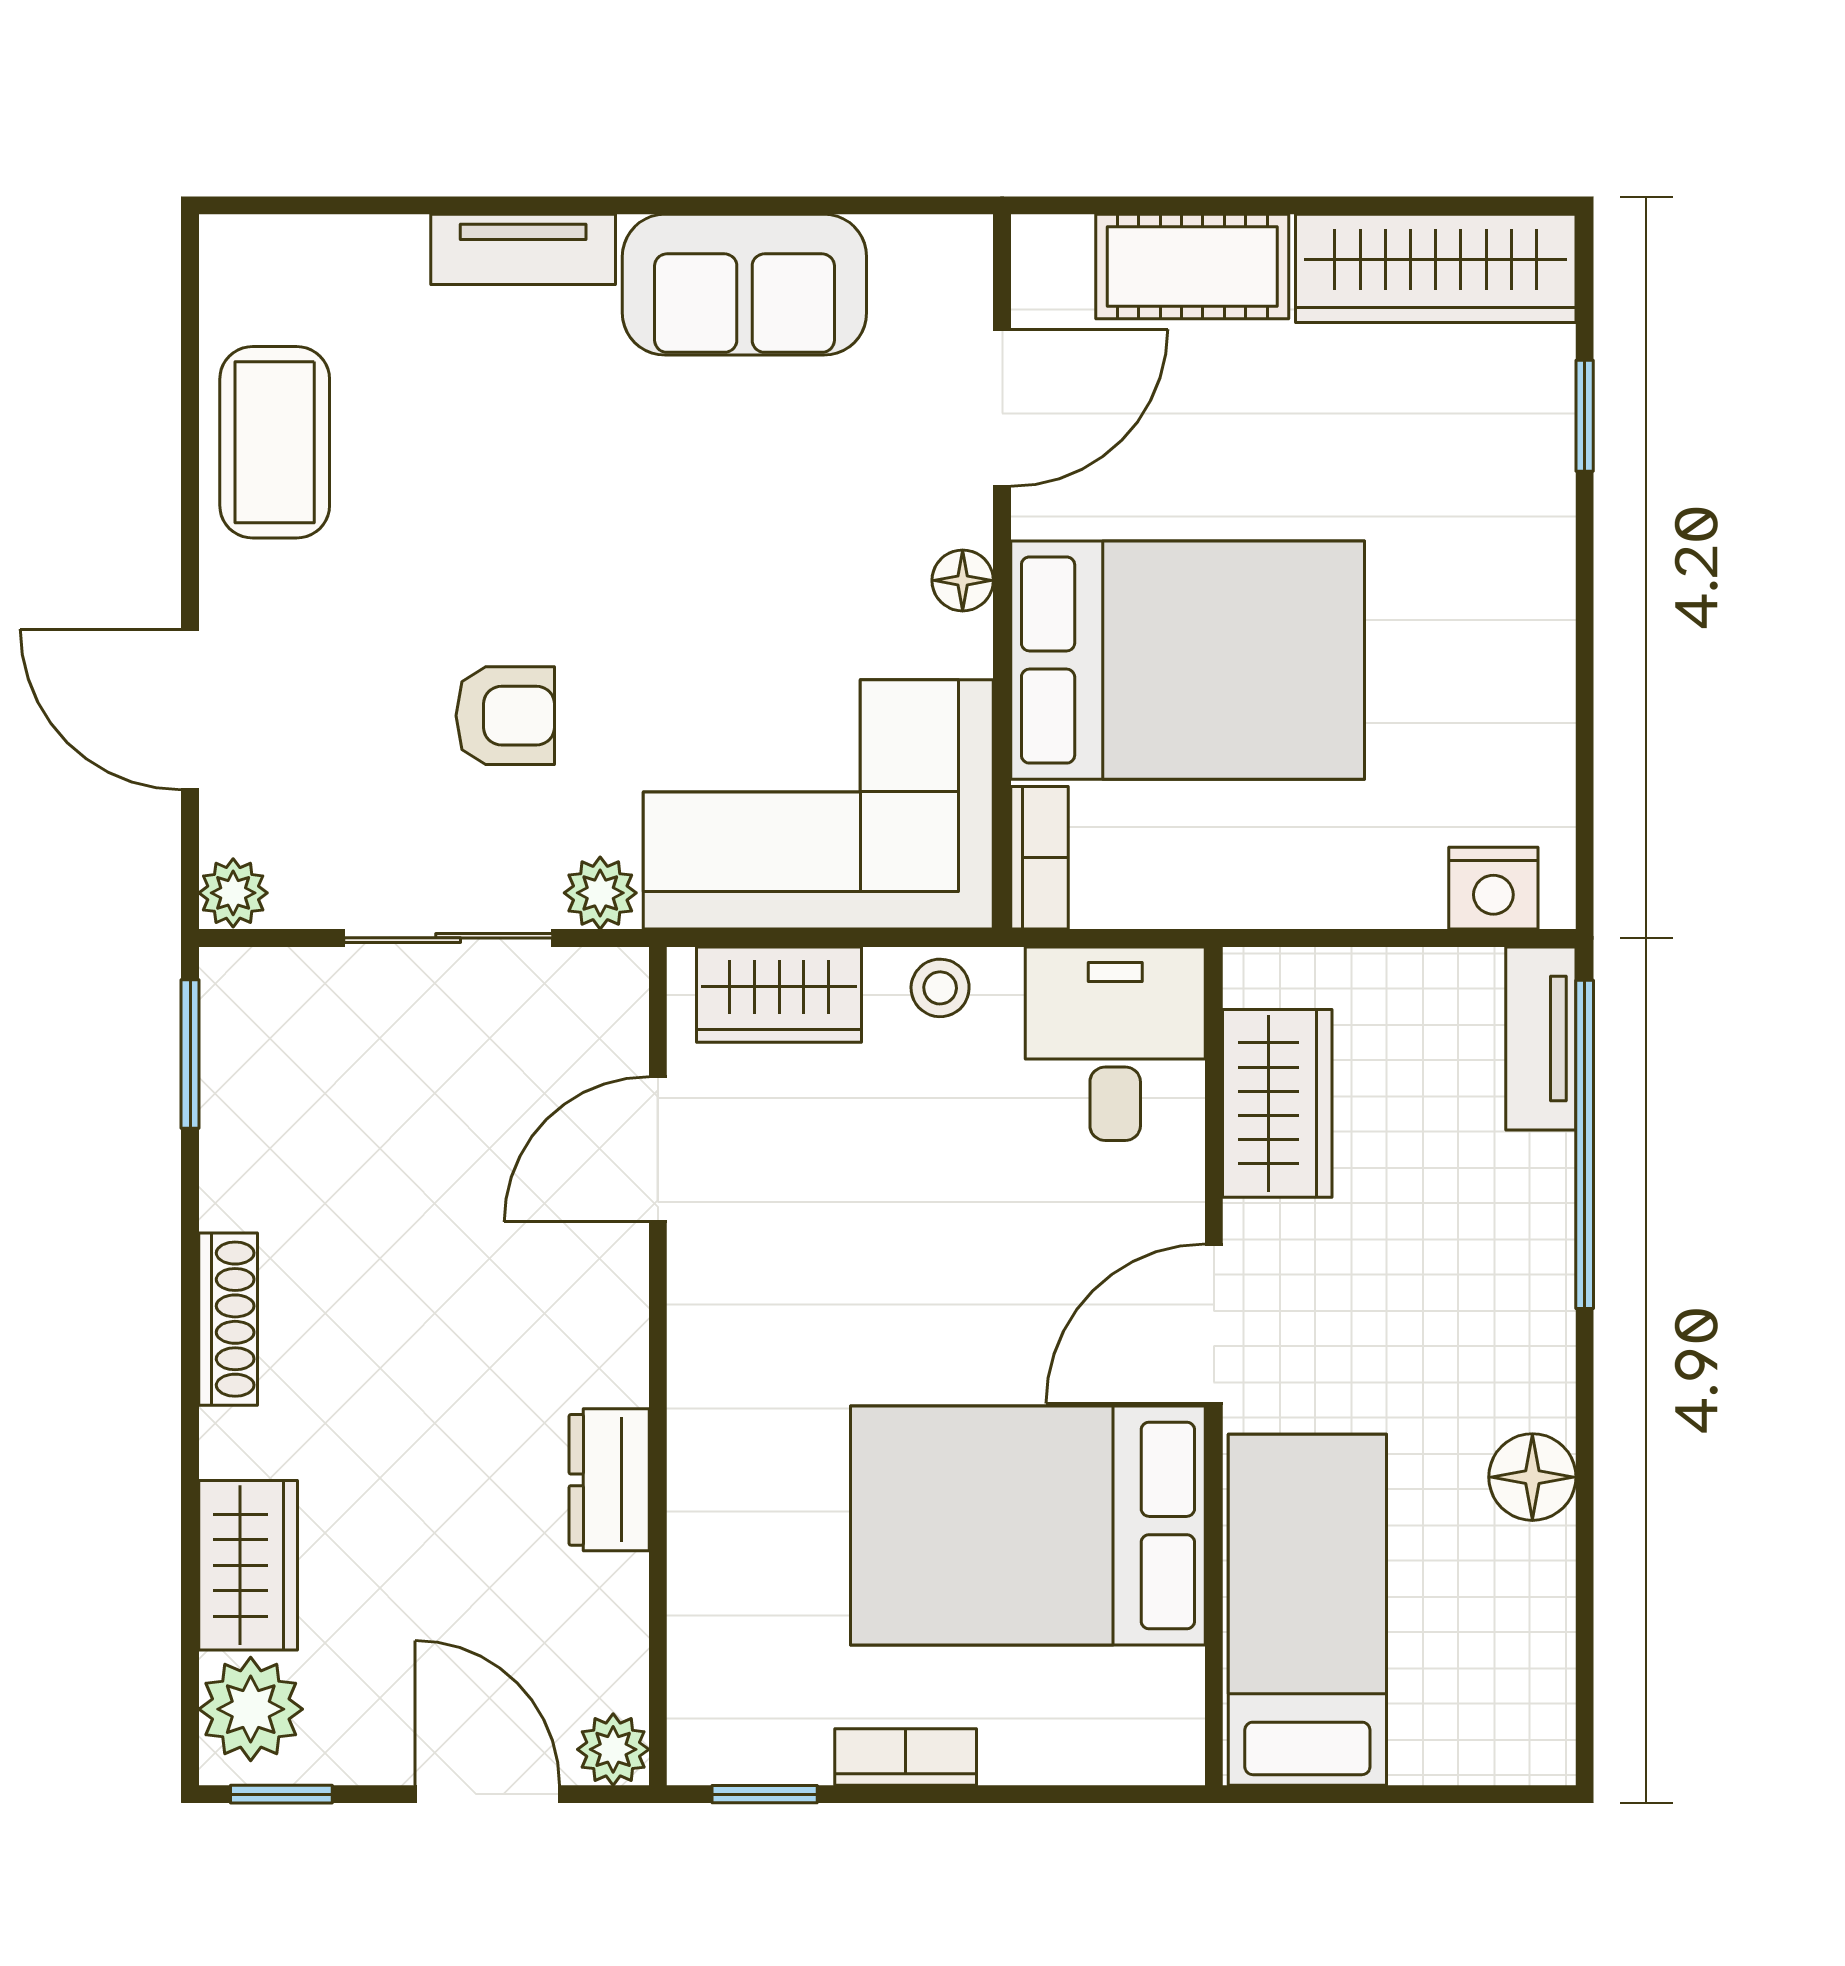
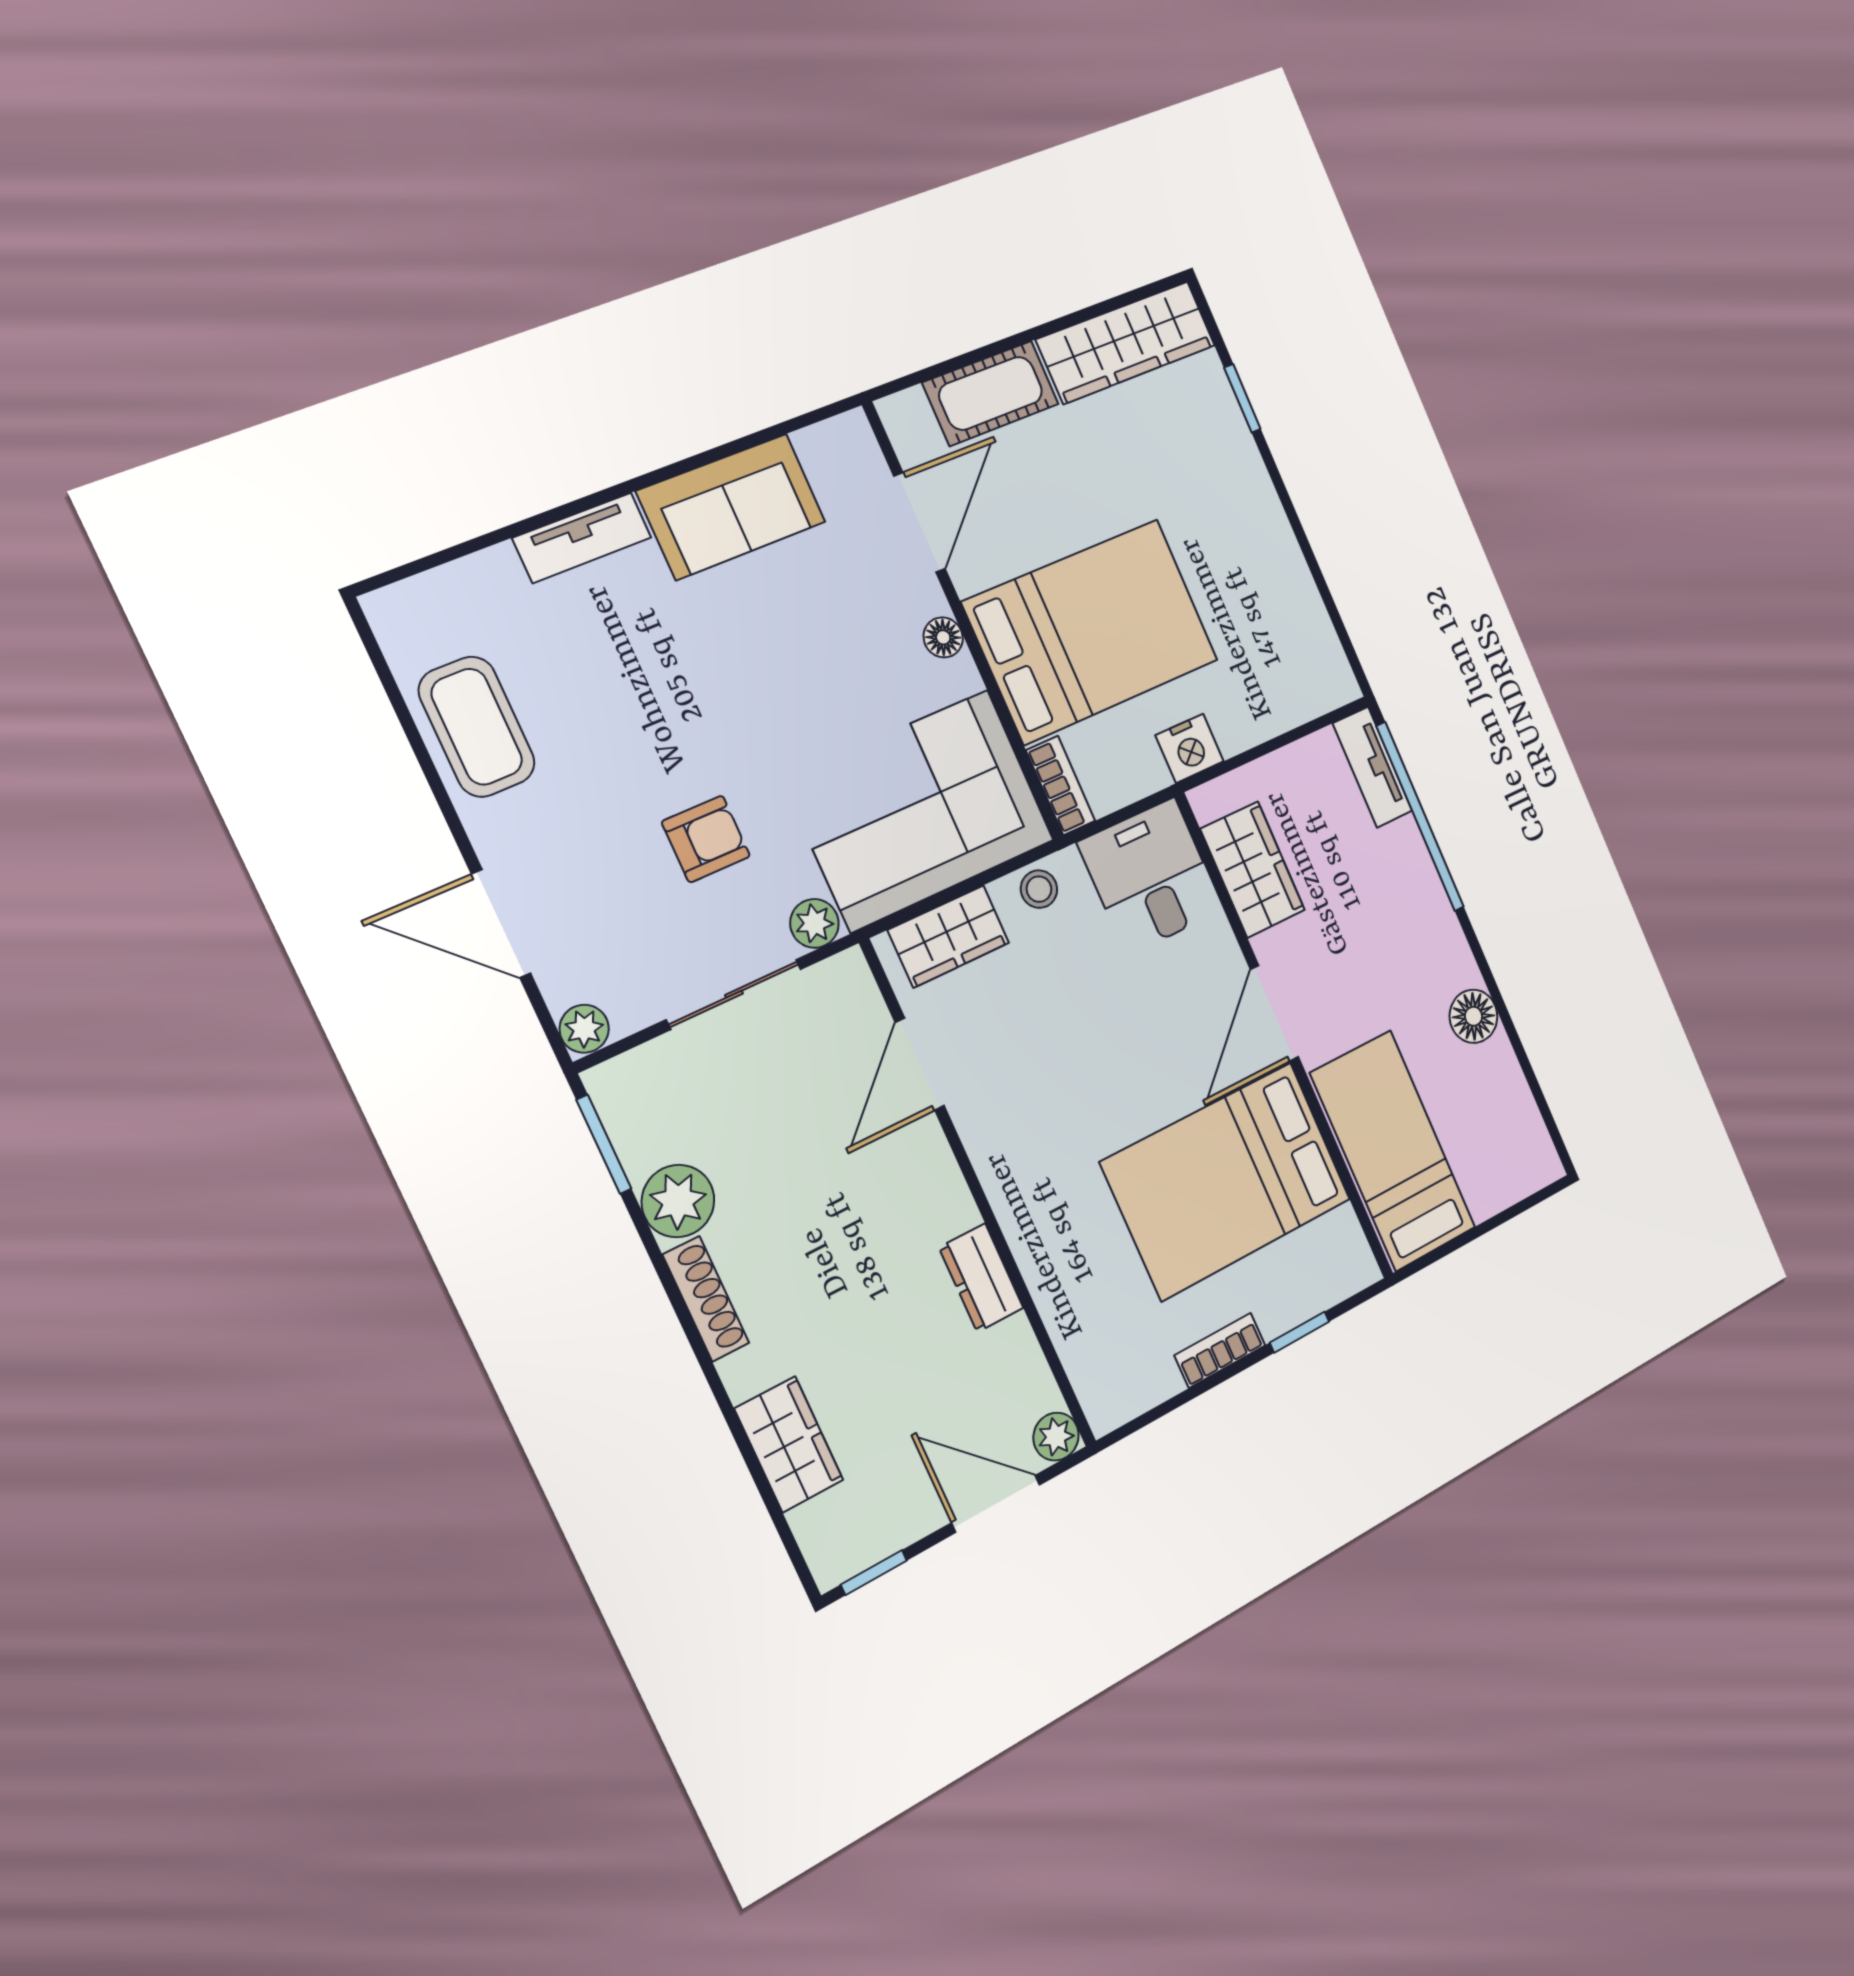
nightstand: (1493, 888) -> (1190, 748), moved
plant: (251, 1709) -> (678, 1201), moved
window: (765, 1794) -> (1299, 1332), moved

